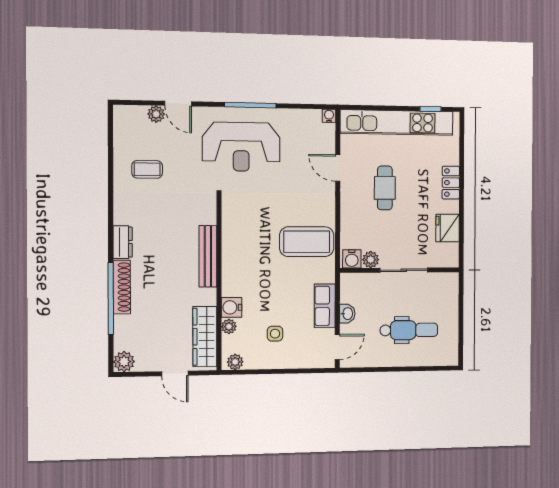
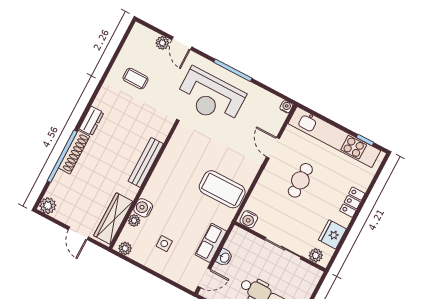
plant: (371, 260) -> (316, 255), moved

